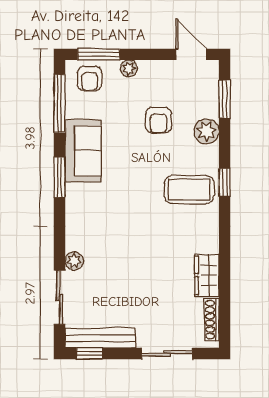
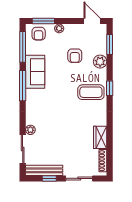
window: (60, 177) -> (23, 86), width x1.44
window: (89, 353) -> (49, 178), moved

